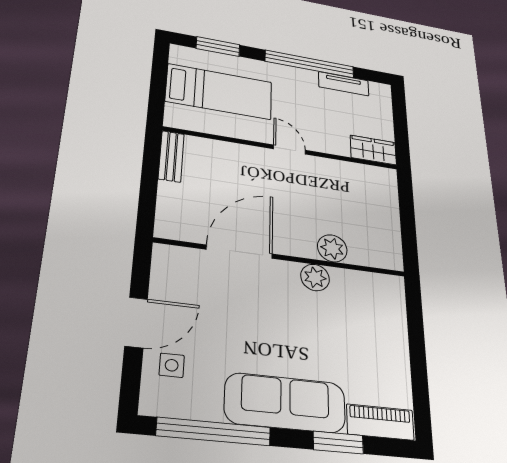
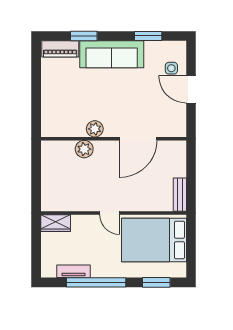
bed: (219, 92) -> (154, 240), width x1.50
door: (136, 322) -> (191, 89), hinge flipped
window: (214, 432) -> (148, 36), width x0.47

